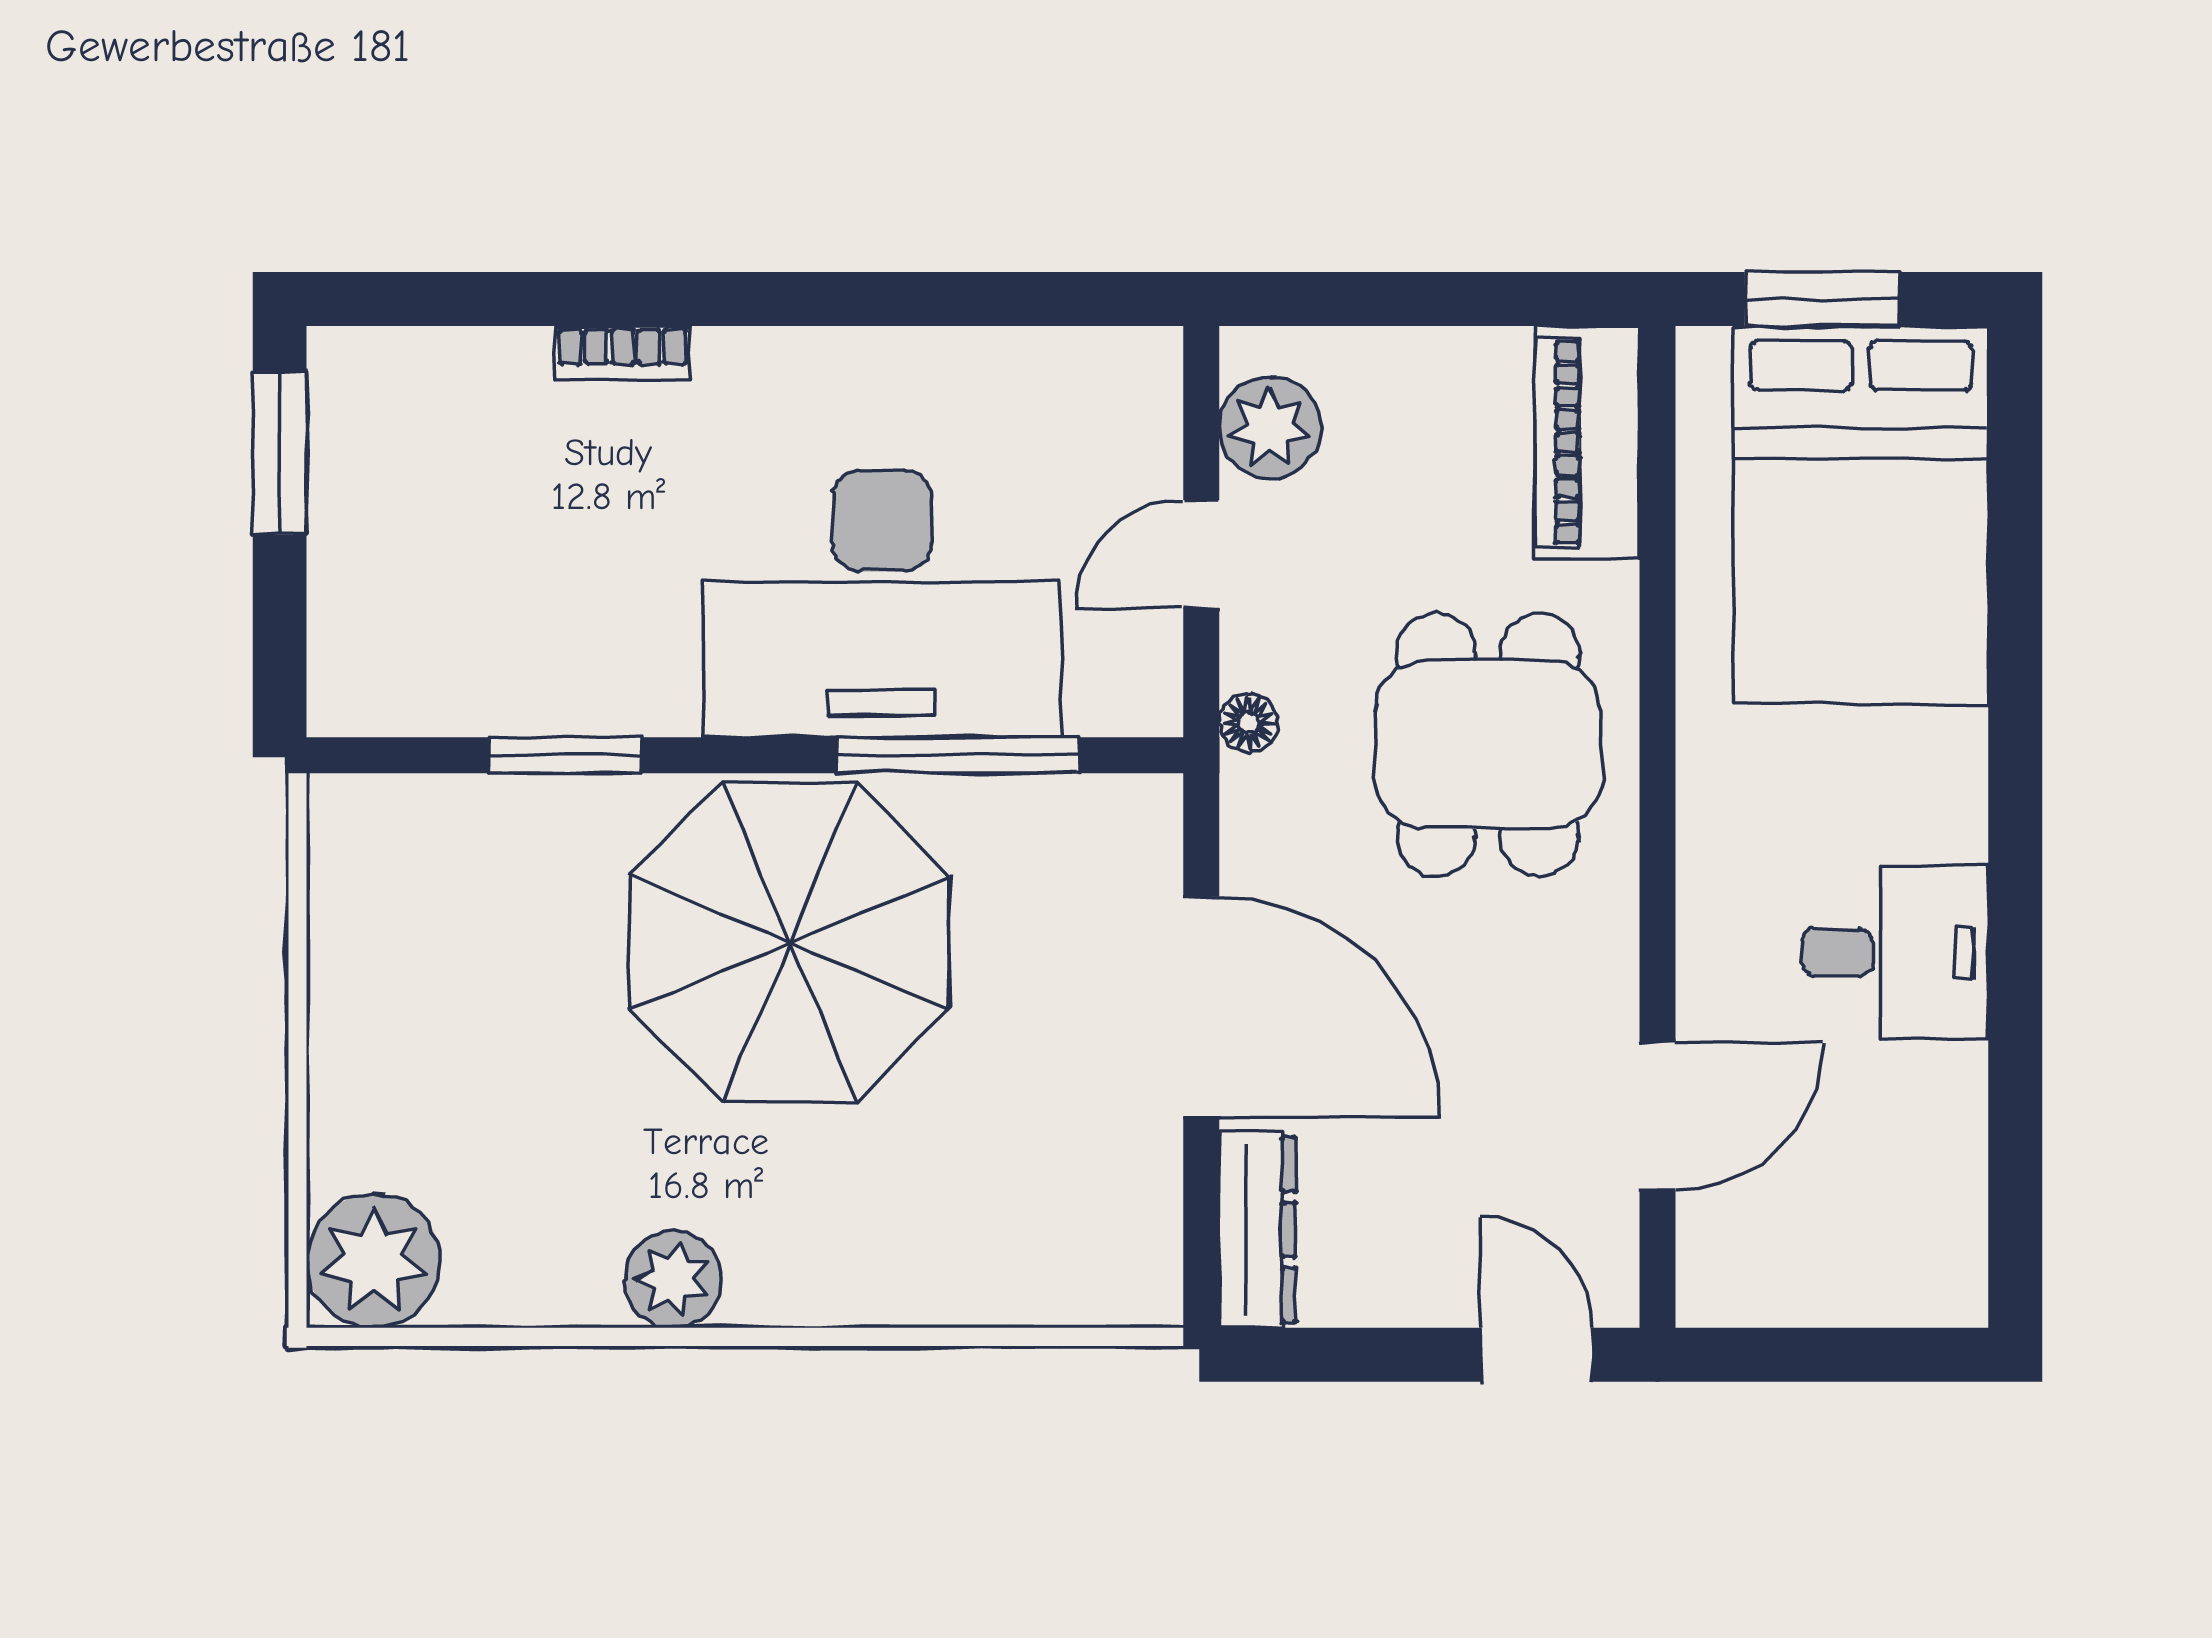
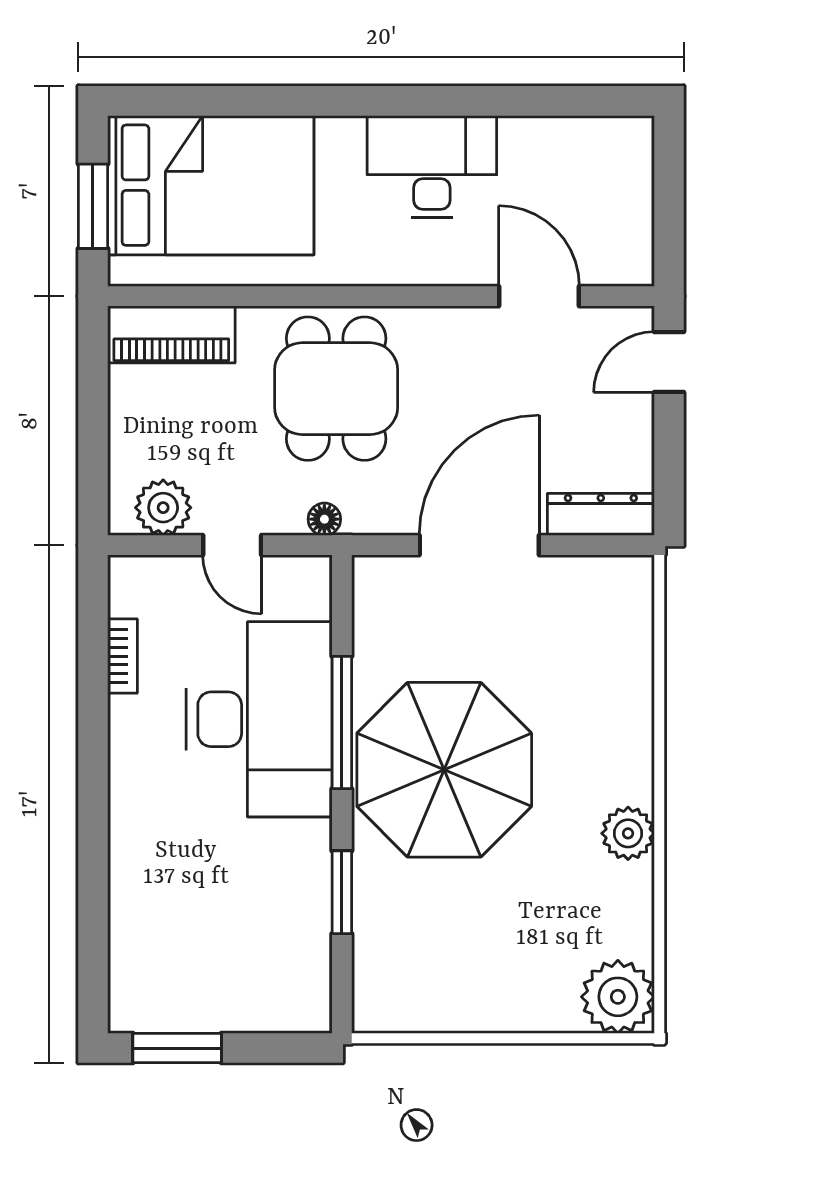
bookcase: (623, 353) -> (122, 656), moved
dining table: (1488, 745) -> (336, 389), turned 90
window: (957, 755) -> (342, 723), moved
desk: (1895, 952) -> (432, 166), width x1.37

